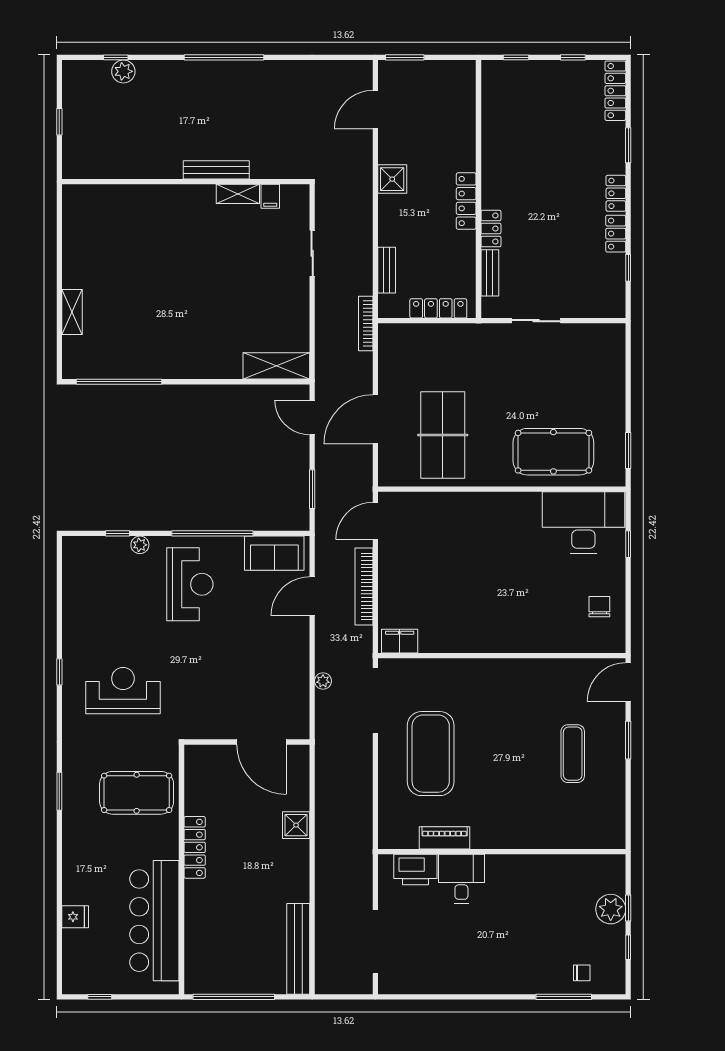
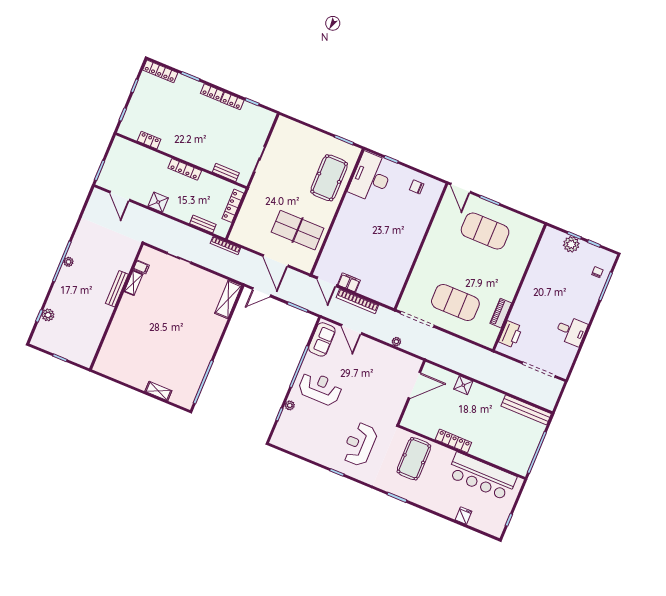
plant: (228, 69) -> (68, 262), added
locker: (491, 229) -> (149, 140), moved
filing cabinet: (400, 641) -> (349, 282), moved, turned 90
exercise mat: (573, 754) -> (485, 231), width x2.00, depth x1.45
desk: (461, 879) -> (571, 331), moved, turned 180

